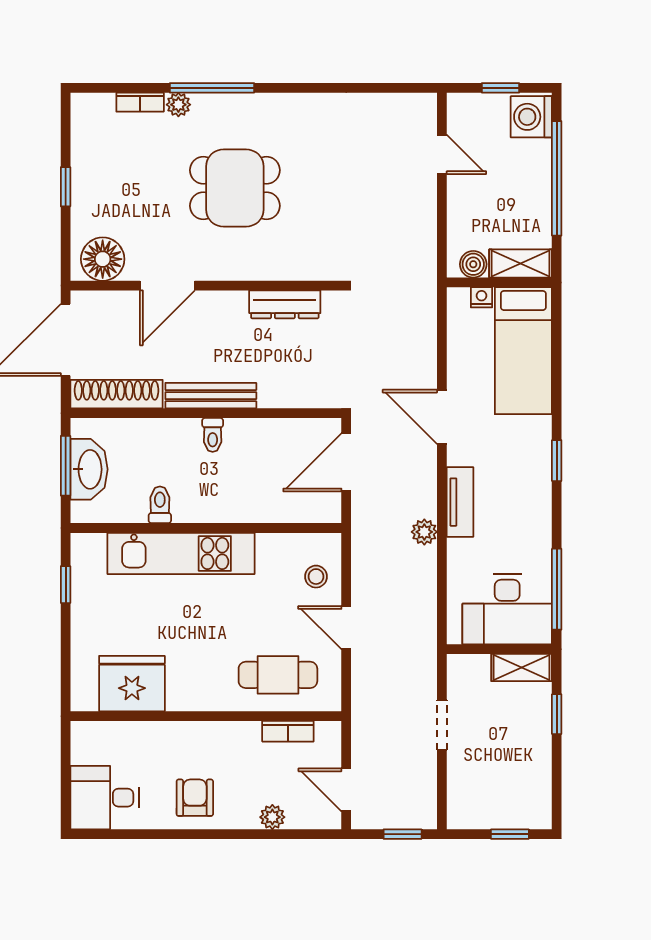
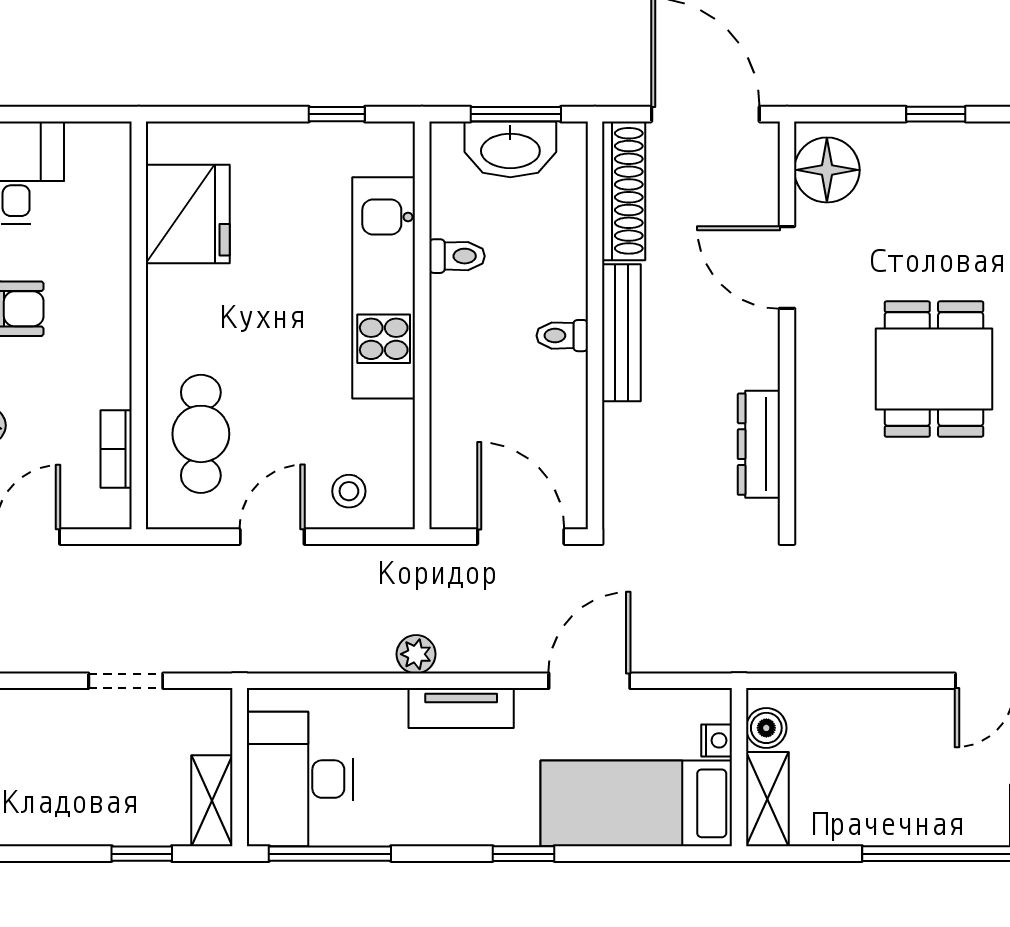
shelving: (521, 263) -> (767, 799), moved
boiler: (473, 264) -> (766, 728), moved
wall: (499, 282) -> (739, 767), moved
nightstand: (482, 297) -> (717, 740), moved
bed: (523, 351) -> (636, 803), moved

